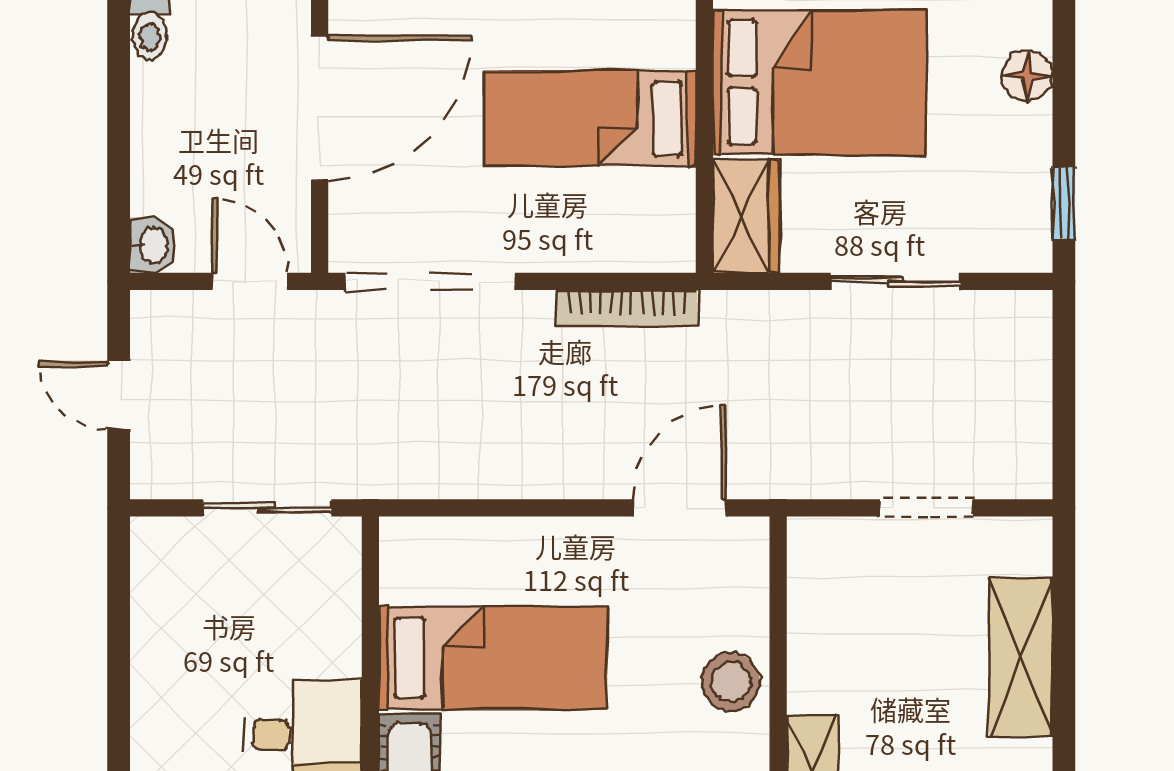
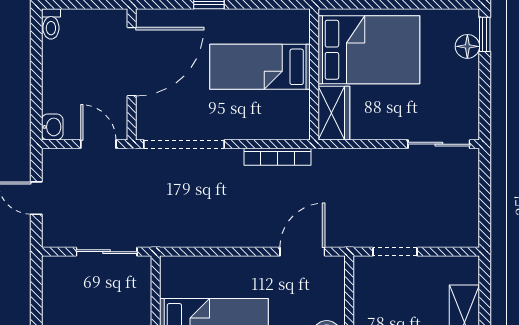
window: (1064, 203) -> (485, 34), moved
sliding door: (896, 281) -> (439, 144), moved
doorway: (926, 508) -> (395, 252), moved

